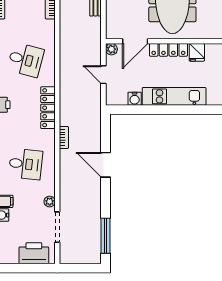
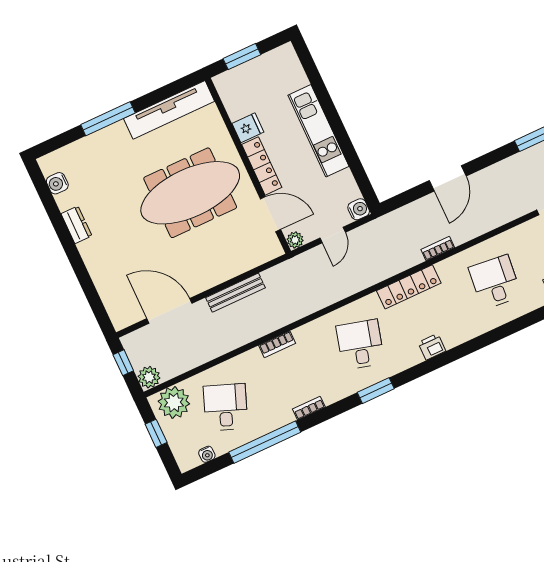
water cooler: (135, 99) -> (359, 209), moved
plant: (50, 202) -> (529, 228), removed

